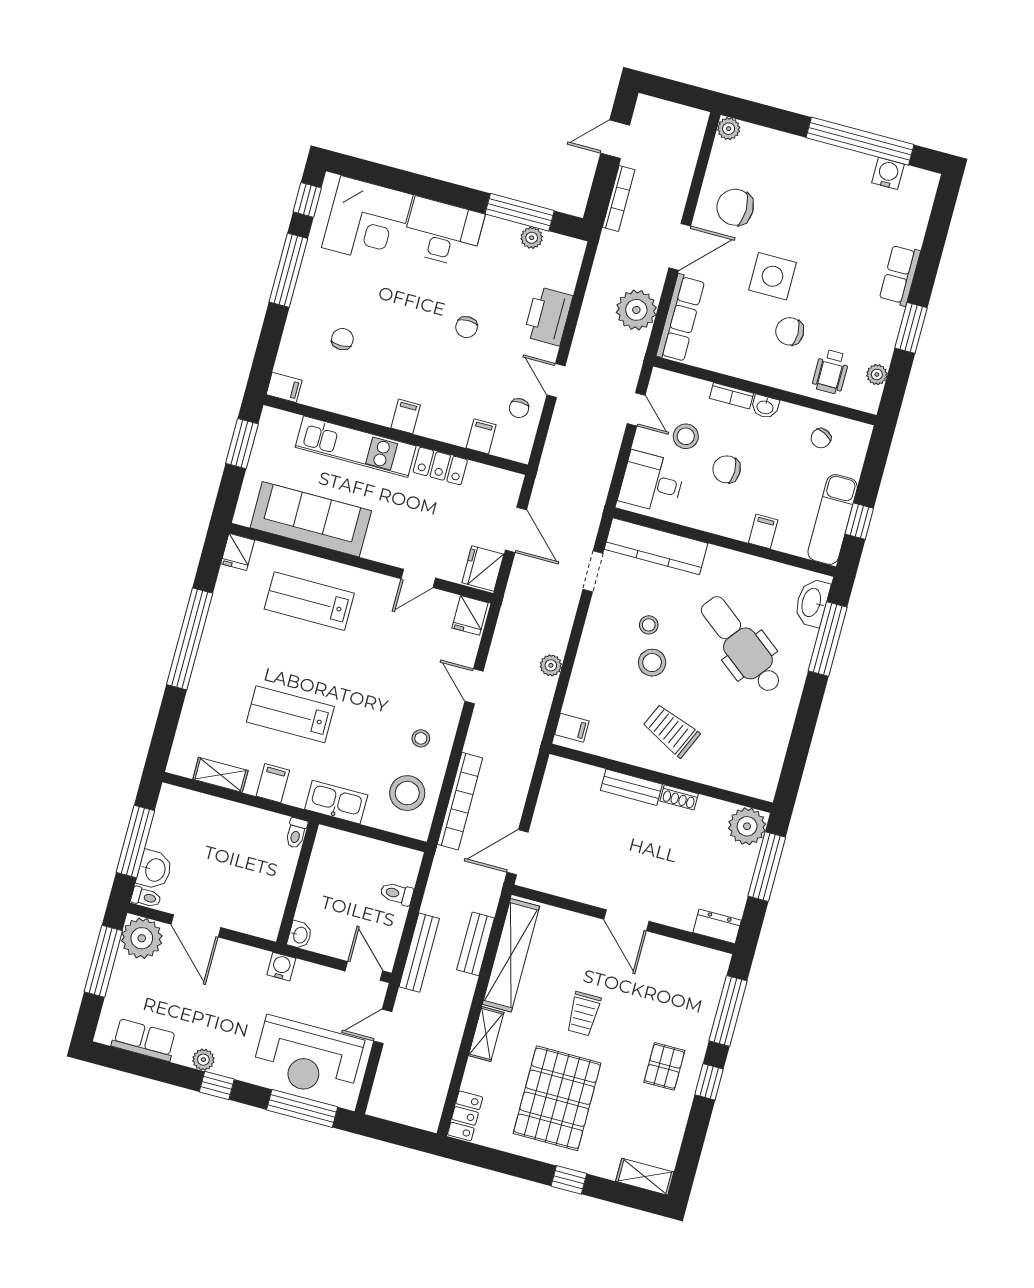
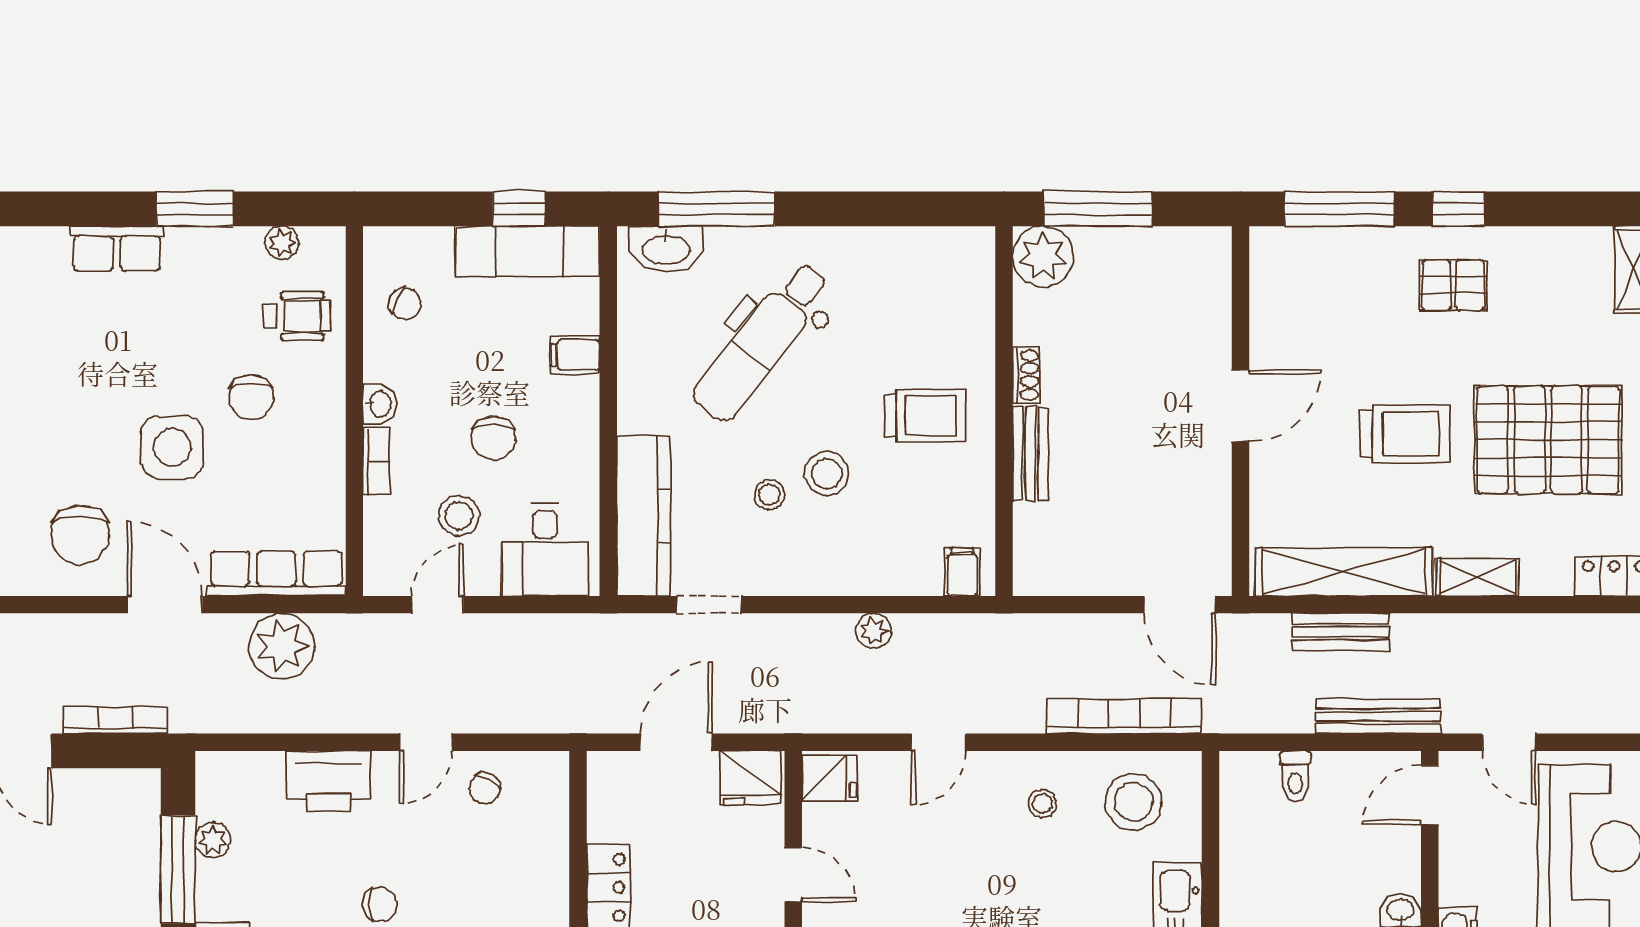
chair: (519, 408) -> (485, 788), turned 118
filing cabinet: (481, 436) -> (545, 836), removed
trolley: (671, 731) -> (925, 415), turned -114
dresser: (717, 926) -> (1212, 261), removed
trolley: (584, 1014) -> (1405, 434), width x1.36, depth x1.39

